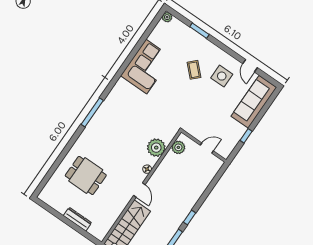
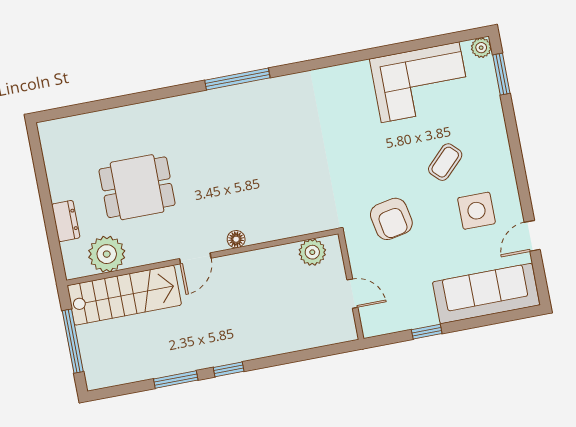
window: (199, 31) -> (501, 74), moved
corner sofa: (146, 67) -> (420, 82), moved
armchair: (195, 108) -> (391, 219), added
plant: (156, 148) -> (107, 254), moved
dining table: (86, 175) -> (137, 187), moved, turned 90
dresser: (78, 219) -> (66, 221), width x0.70

